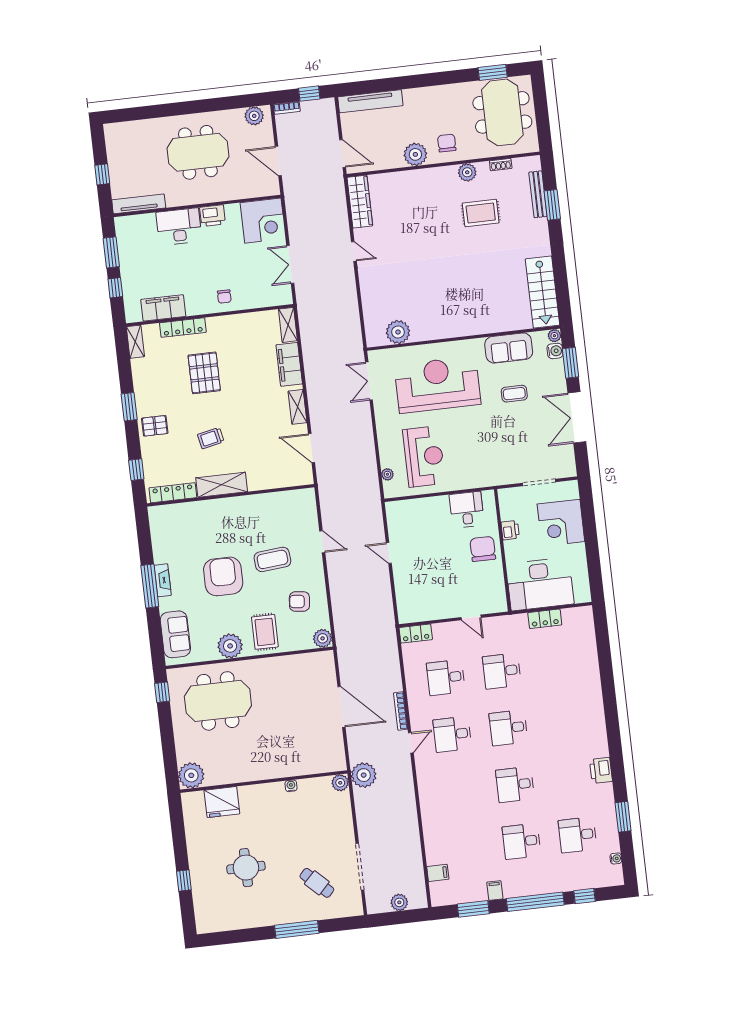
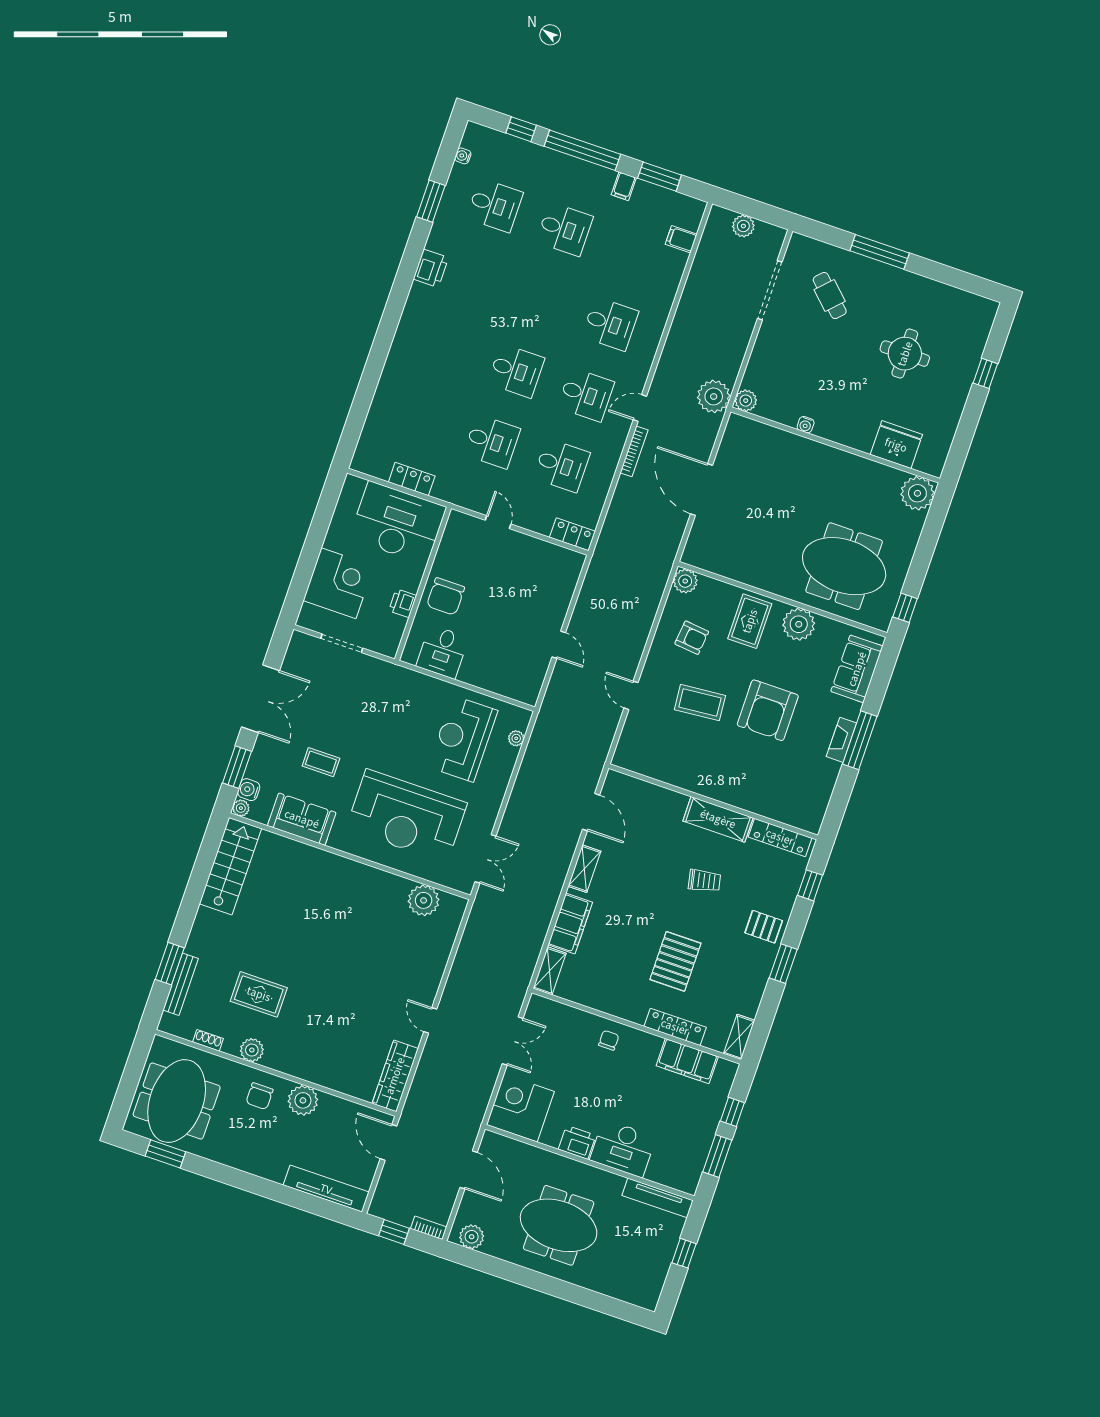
desk: (515, 785) -> (610, 324), moved

